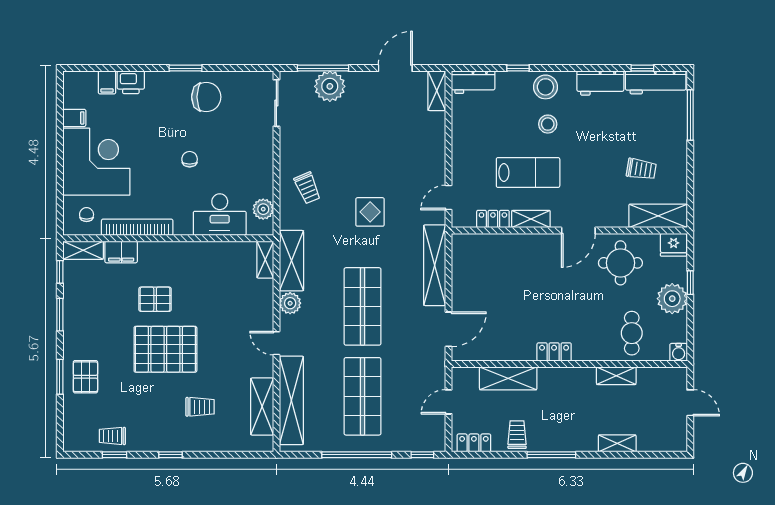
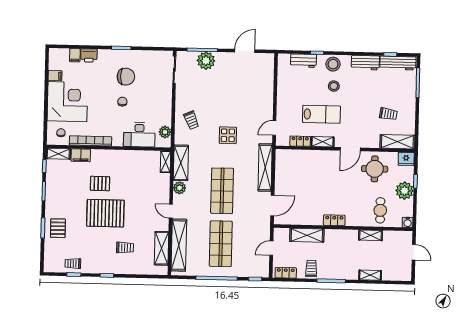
workbench: (473, 82) -> (303, 61), moved
shelving: (437, 91) -> (269, 65), removed
chair: (206, 97) -> (126, 77), moved

